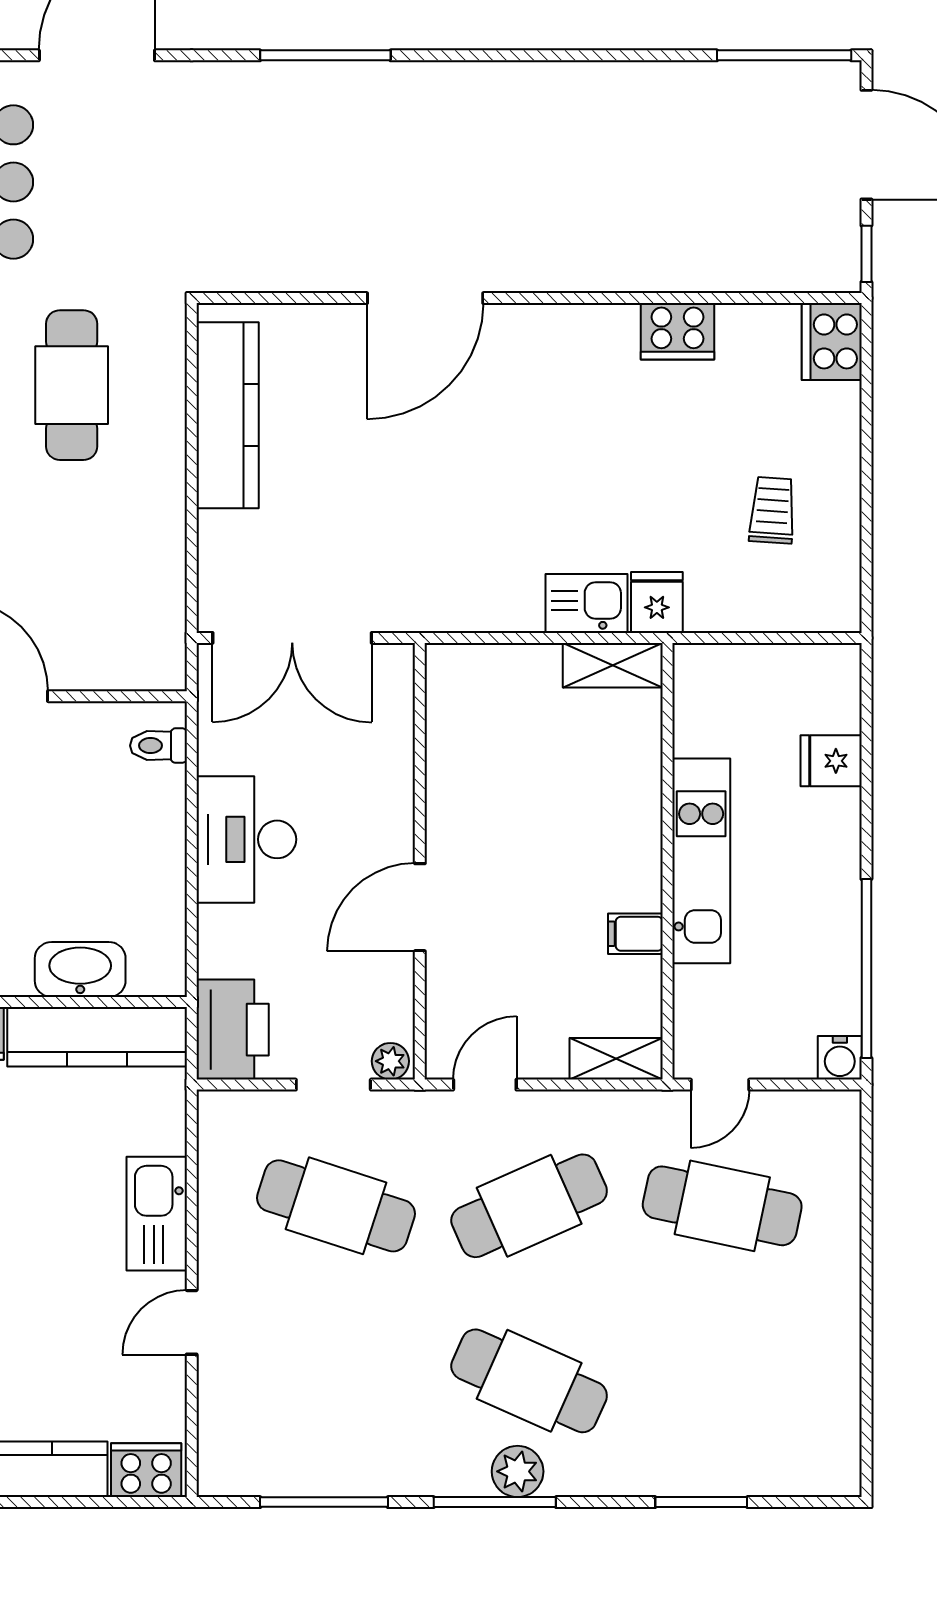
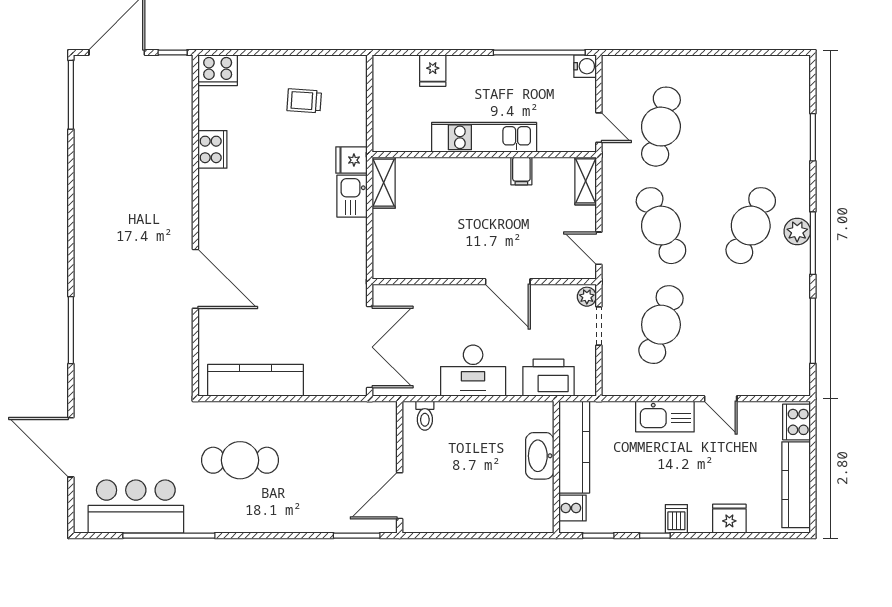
printer: (233, 1030) -> (548, 378), moved

